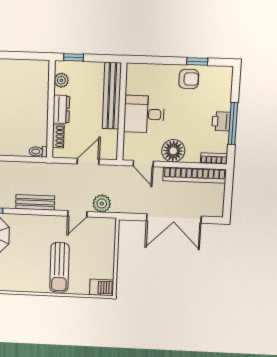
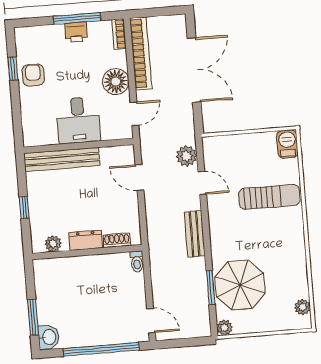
plant: (61, 80) -> (53, 244), moved
wall: (51, 109) -> (87, 252), moved
dresser: (61, 109) -> (86, 240), moved
shoe rack: (58, 136) -> (117, 240), moved
toilet: (38, 152) -> (137, 262), moved

